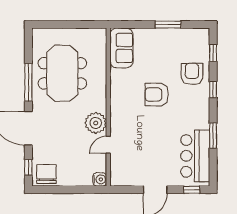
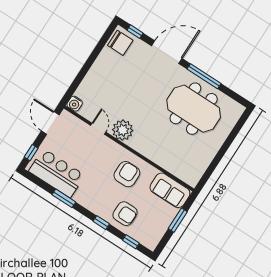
sofa: (121, 48) -> (170, 190), moved
wall: (108, 107) -> (129, 148), moved
plant: (96, 123) -> (123, 130), moved
door: (108, 145) -> (98, 129), moved
water cooler: (100, 179) -> (75, 104), moved

